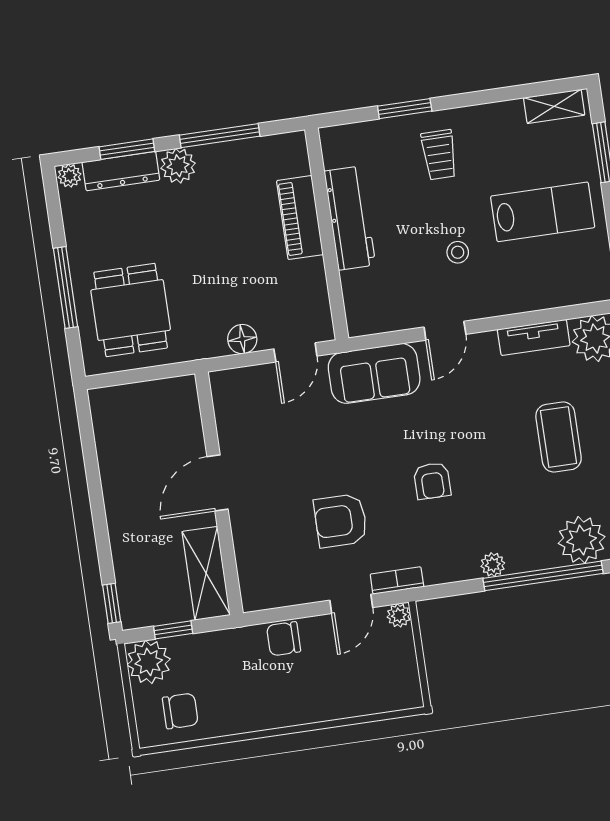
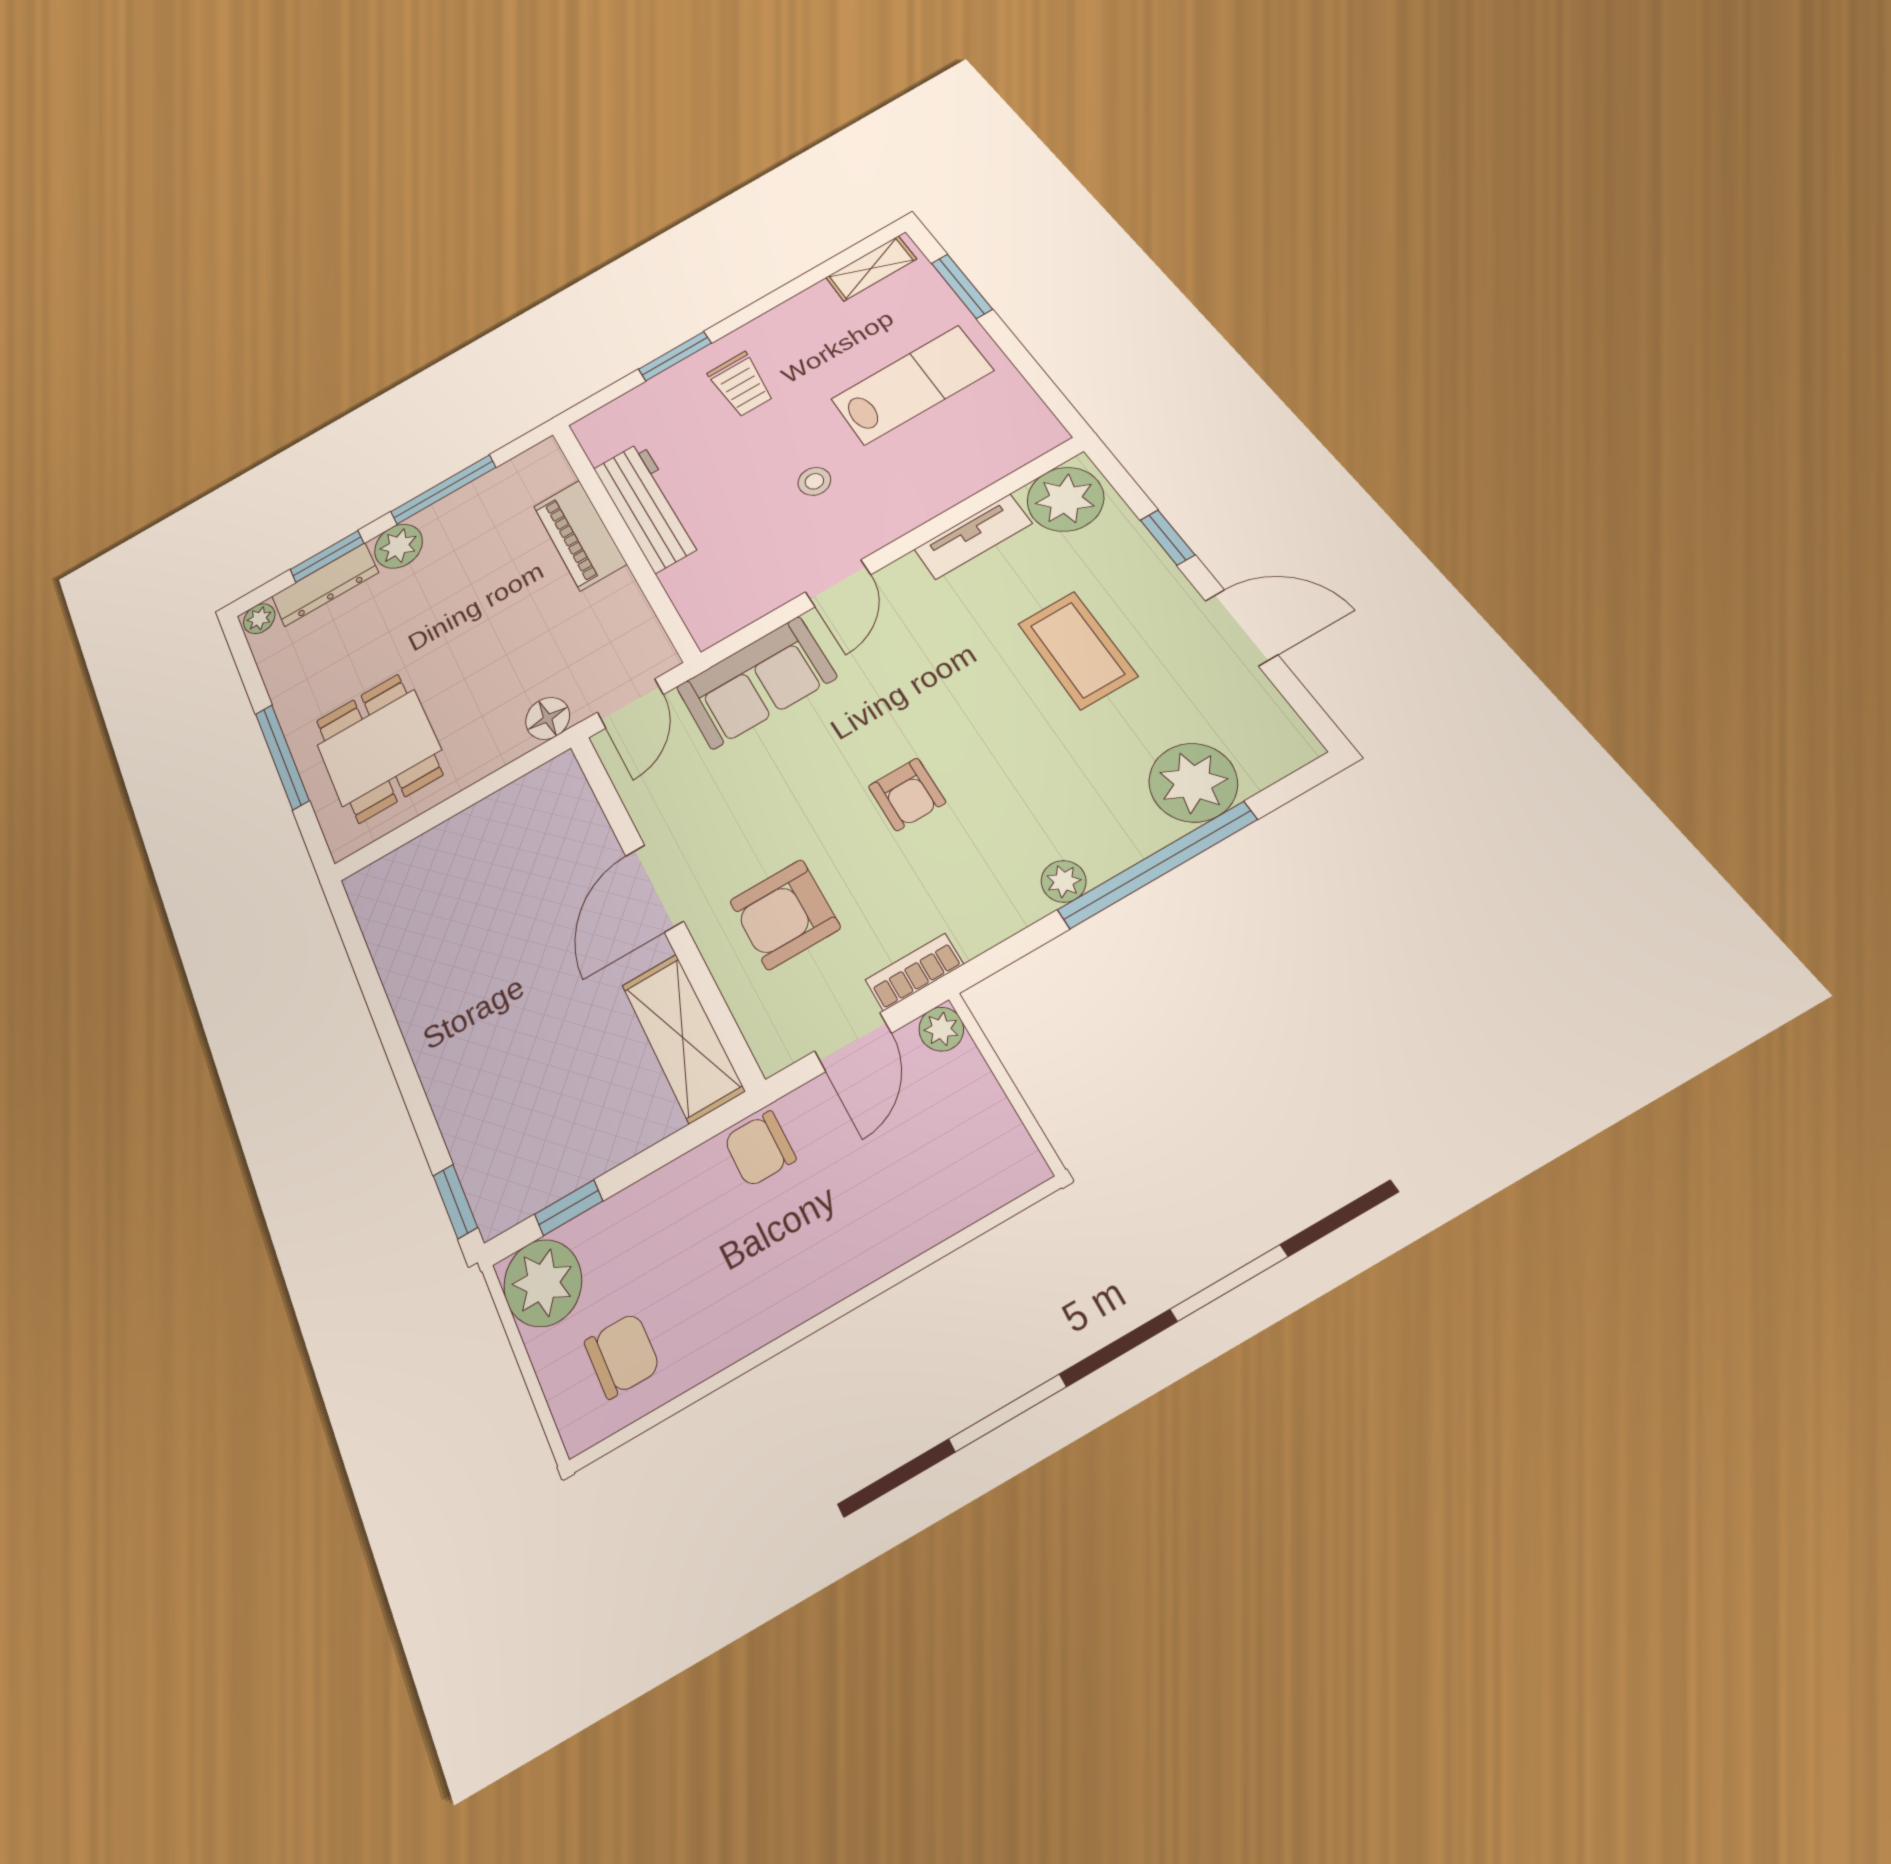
door: (217, 483) -> (654, 888), moved
wall: (219, 493) -> (662, 903), moved
shelving: (206, 573) -> (682, 1037), moved

